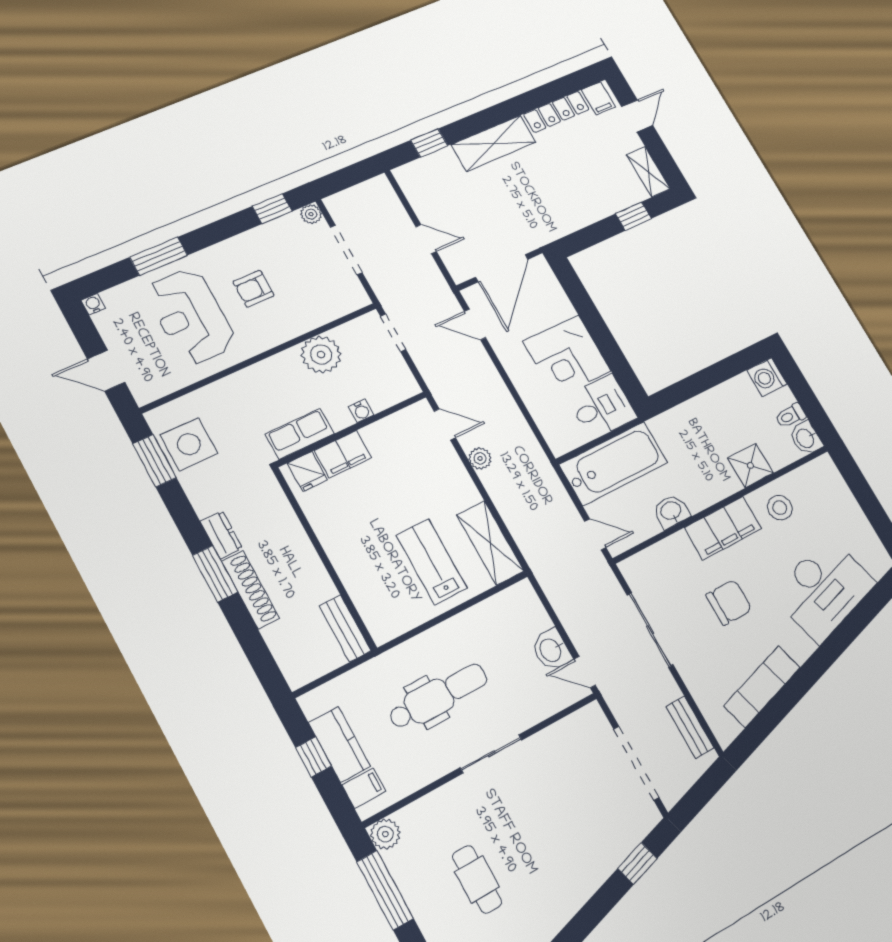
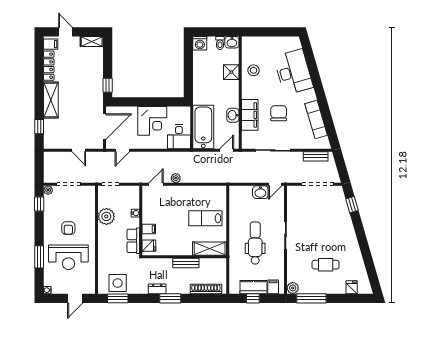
window: (633, 216) -> (108, 85), moved
door: (426, 239) -> (79, 150), swing flipped
door: (502, 268) -> (105, 127), hinge flipped
desk: (602, 407) -> (179, 137), moved, turned 180
filing cabinet: (343, 454) -> (149, 229), width x0.50
filing cabinet: (723, 528) -> (250, 115), moved
shelving: (490, 543) -> (210, 249), moved
shoe rack: (251, 590) -> (206, 289), moved
bench: (345, 628) -> (186, 263), moved

